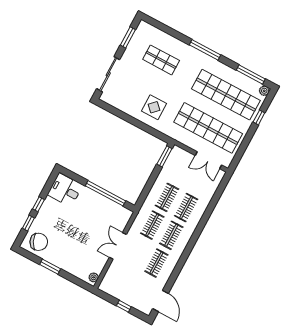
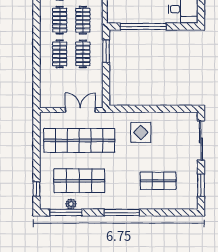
plant: (264, 91) -> (71, 204), moved
shop shelf: (226, 95) -> (79, 181), width x0.71
window: (259, 117) -> (36, 189), moved
window: (164, 156) -> (106, 51), moved
double door: (208, 160) -> (80, 110), moved

